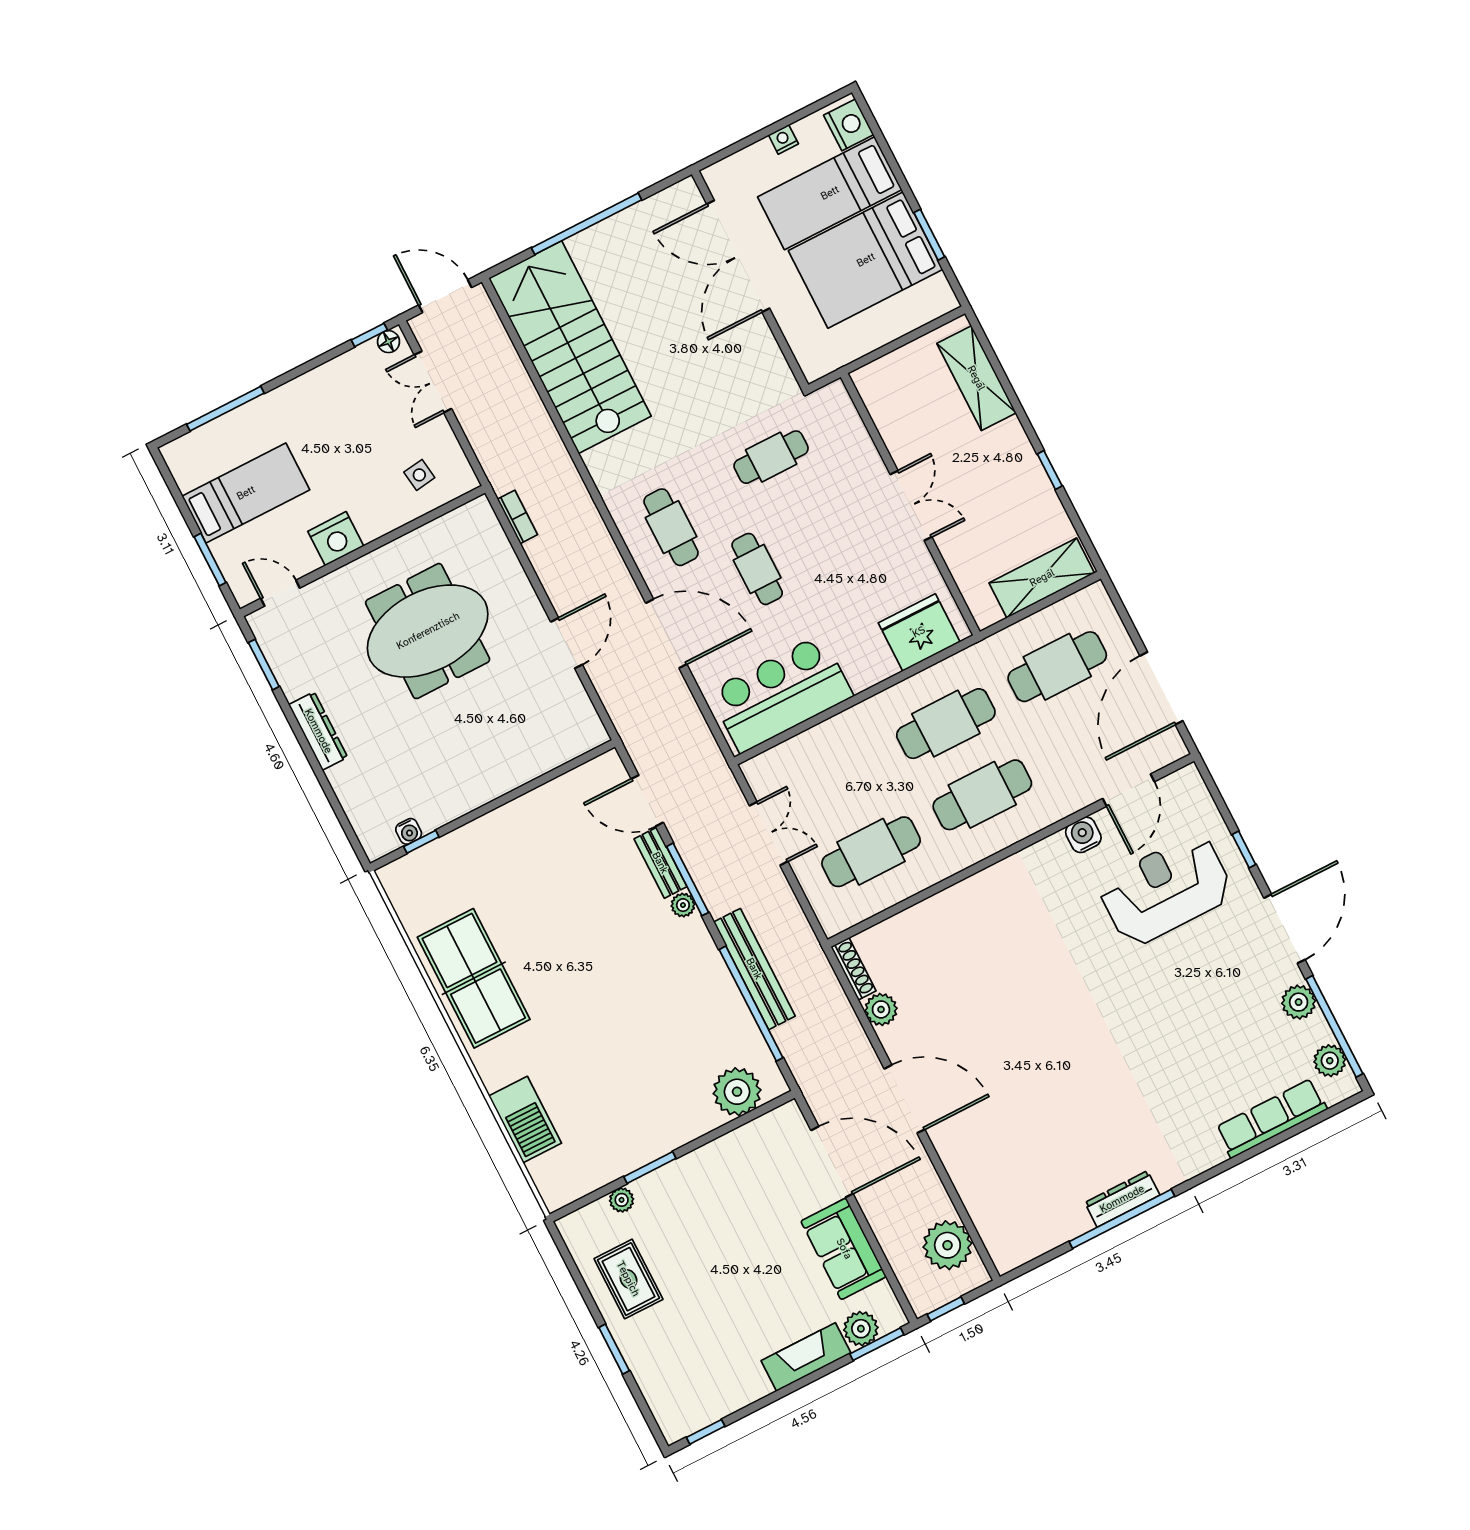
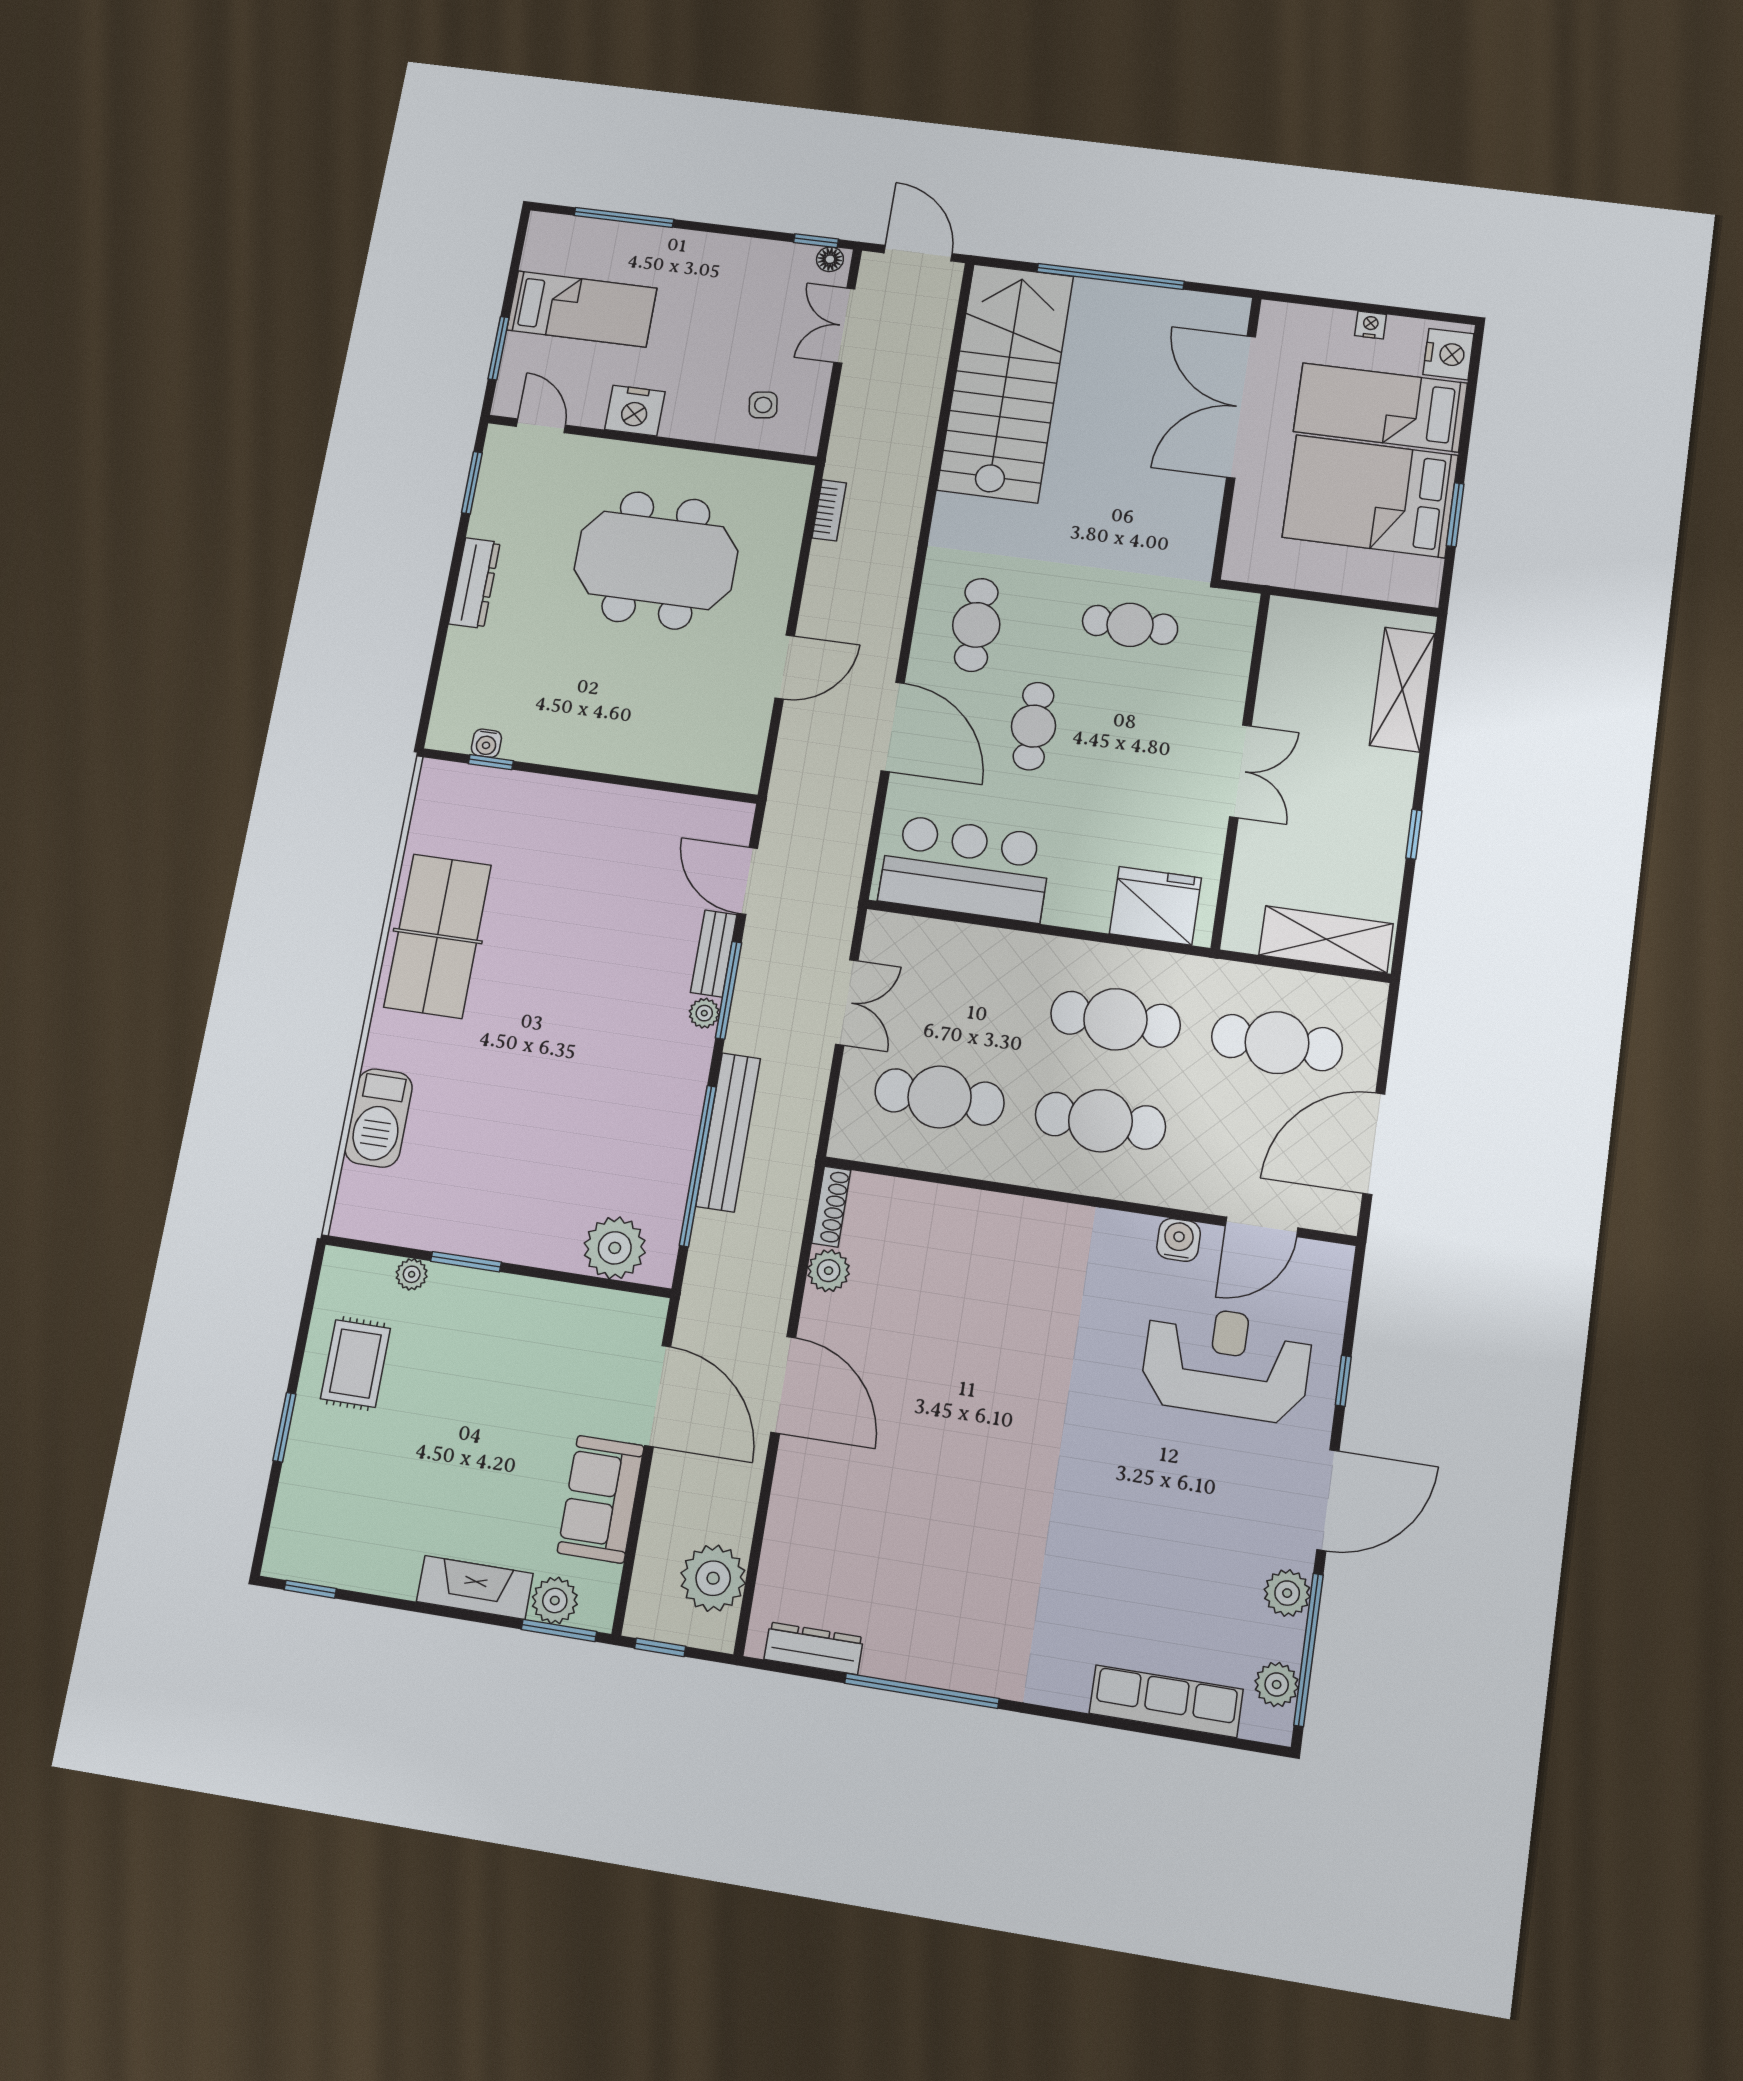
dresser: (1122, 1199) -> (814, 1648), moved

